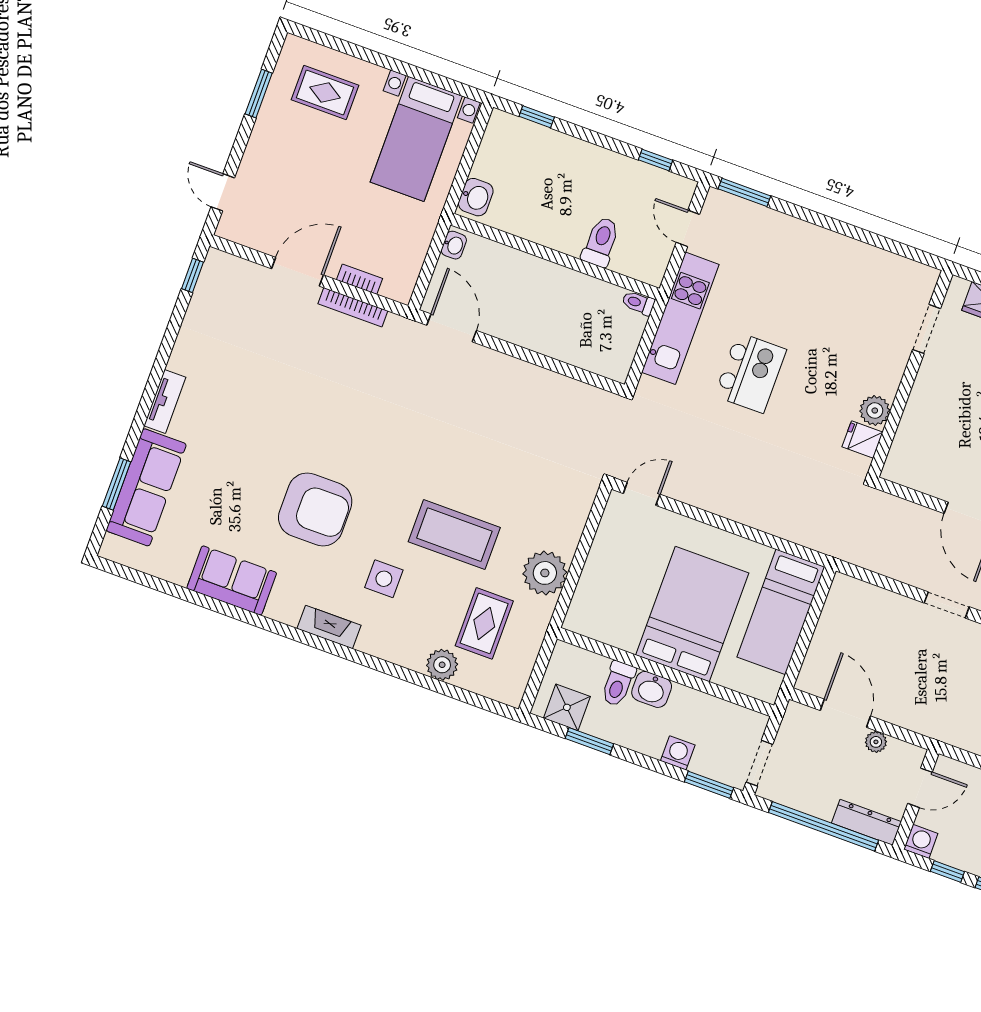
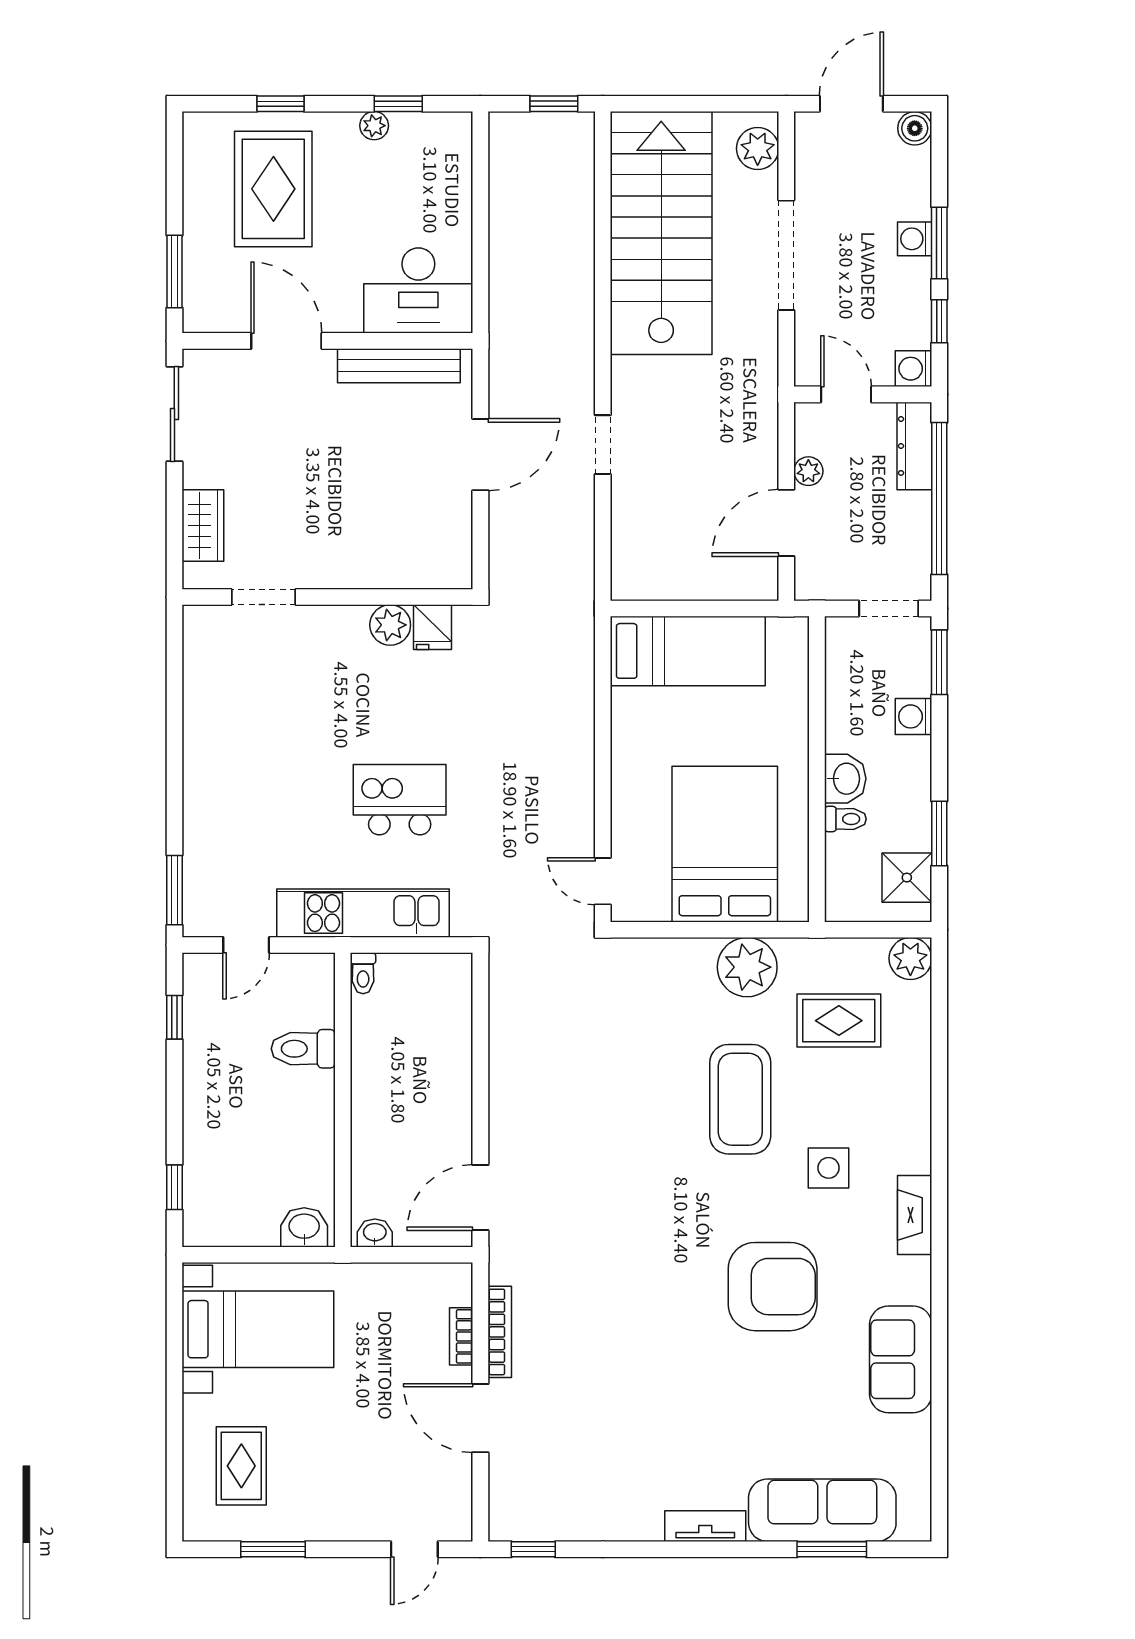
armchair: (315, 509) -> (773, 1287), turned 90
bed: (692, 614) -> (725, 844), moved, turned 90
plant: (442, 665) -> (910, 959), moved
toilet: (618, 684) -> (845, 819), width x0.73, depth x0.72

